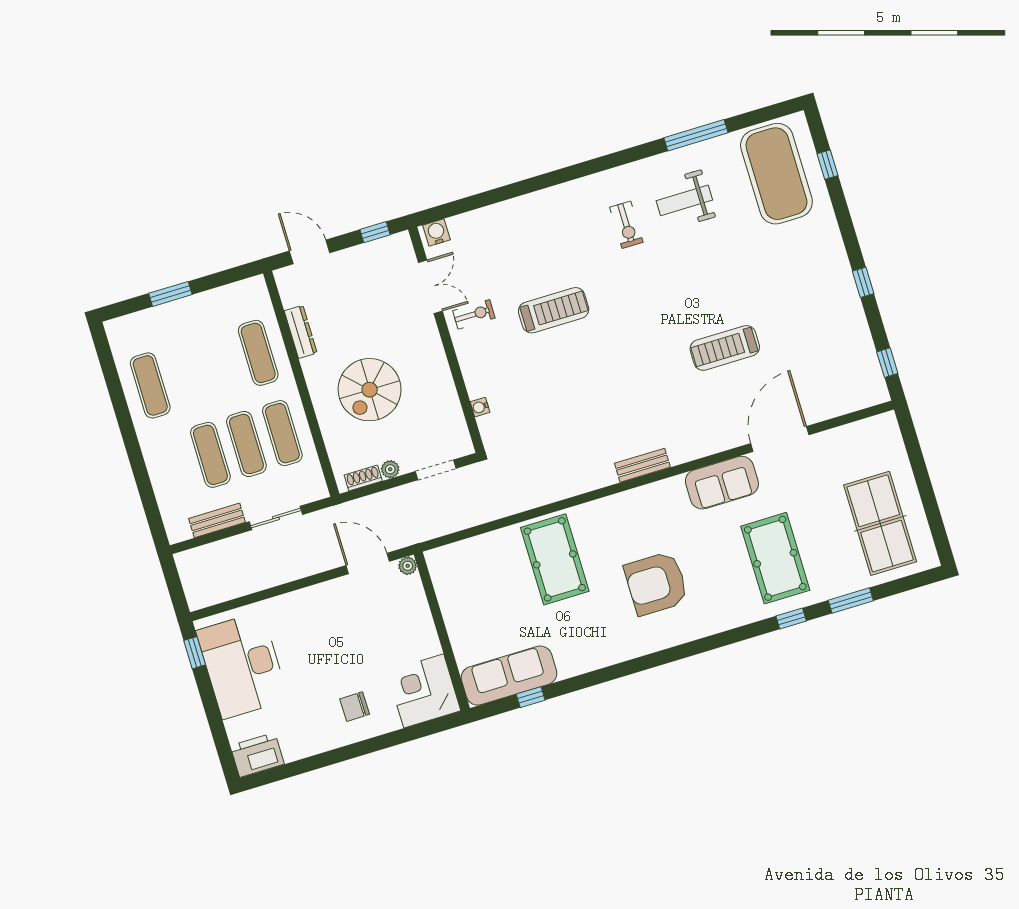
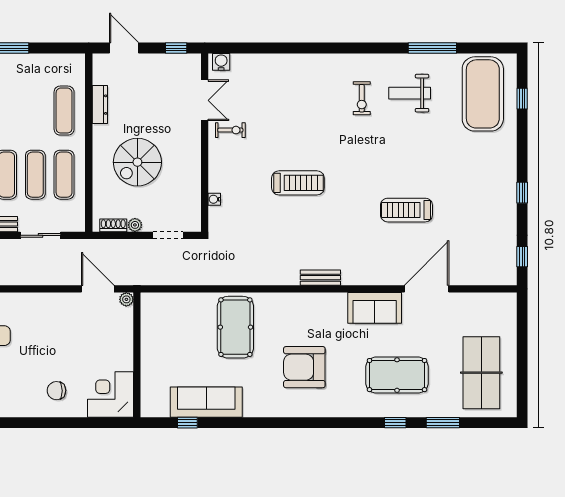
treadmill: (554, 310) -> (298, 183), moved
pool table: (775, 558) -> (397, 375), turned 90
sofa: (509, 676) -> (206, 402), moved

